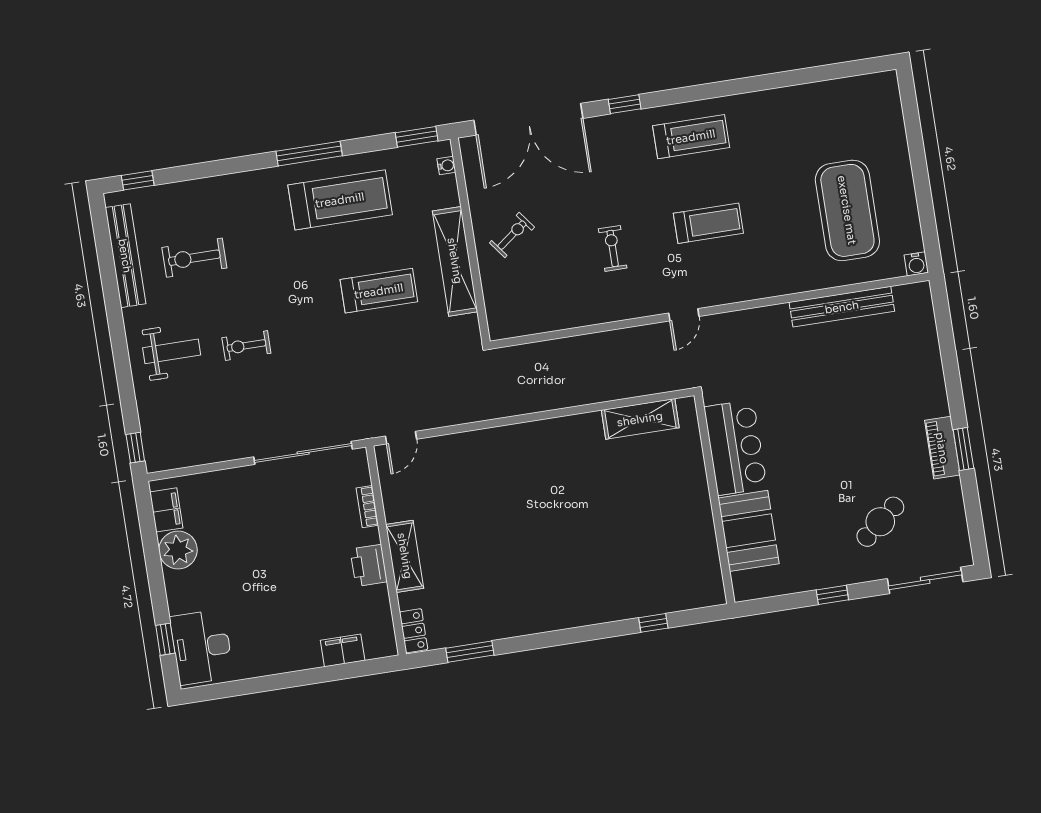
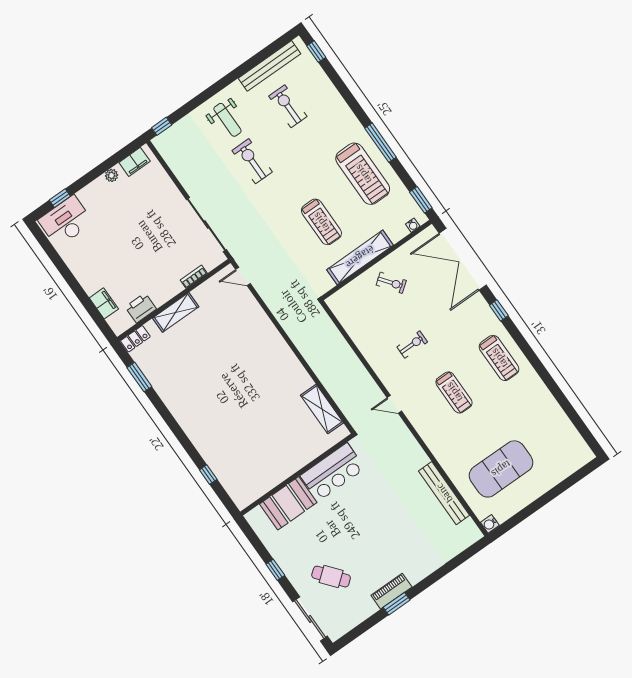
exercise bike: (246, 345) -> (252, 161), width x1.38, depth x1.39
plant: (178, 550) -> (112, 175), width x0.53, depth x0.53
printer: (369, 565) -> (141, 308), moved

